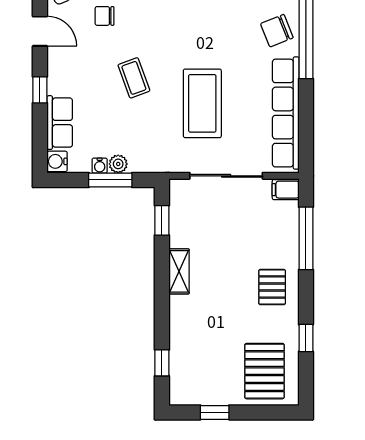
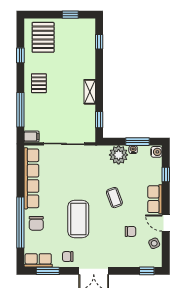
chair: (277, 31) -> (36, 223), turned 112
window: (40, 90) -> (166, 174), moved
coffee table: (202, 103) -> (78, 219), moved
row of seats: (60, 123) -> (155, 199), moved
plant: (118, 164) -> (119, 155), width x1.87, depth x1.87
window: (110, 180) -> (137, 142), moved

